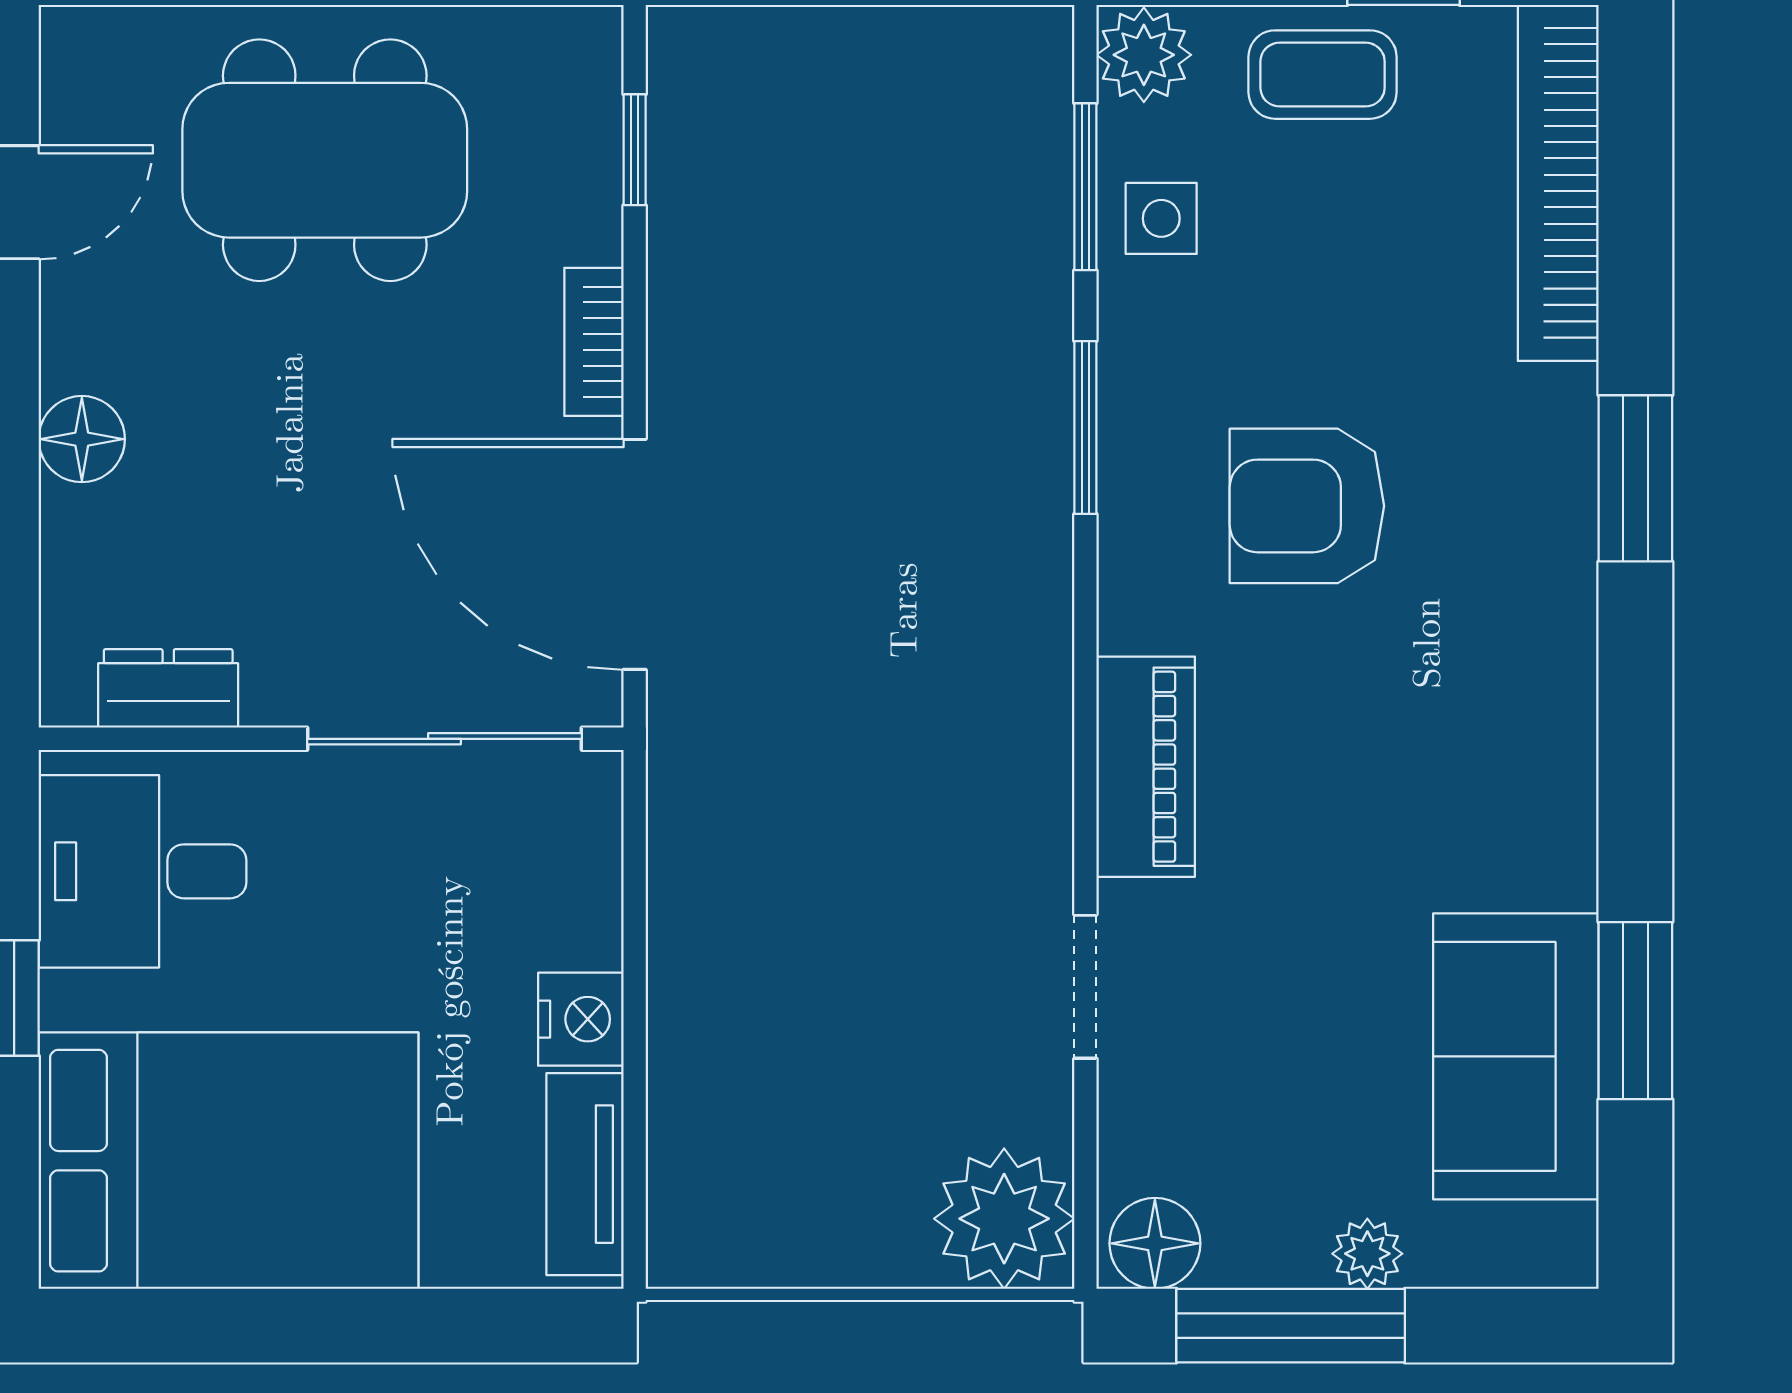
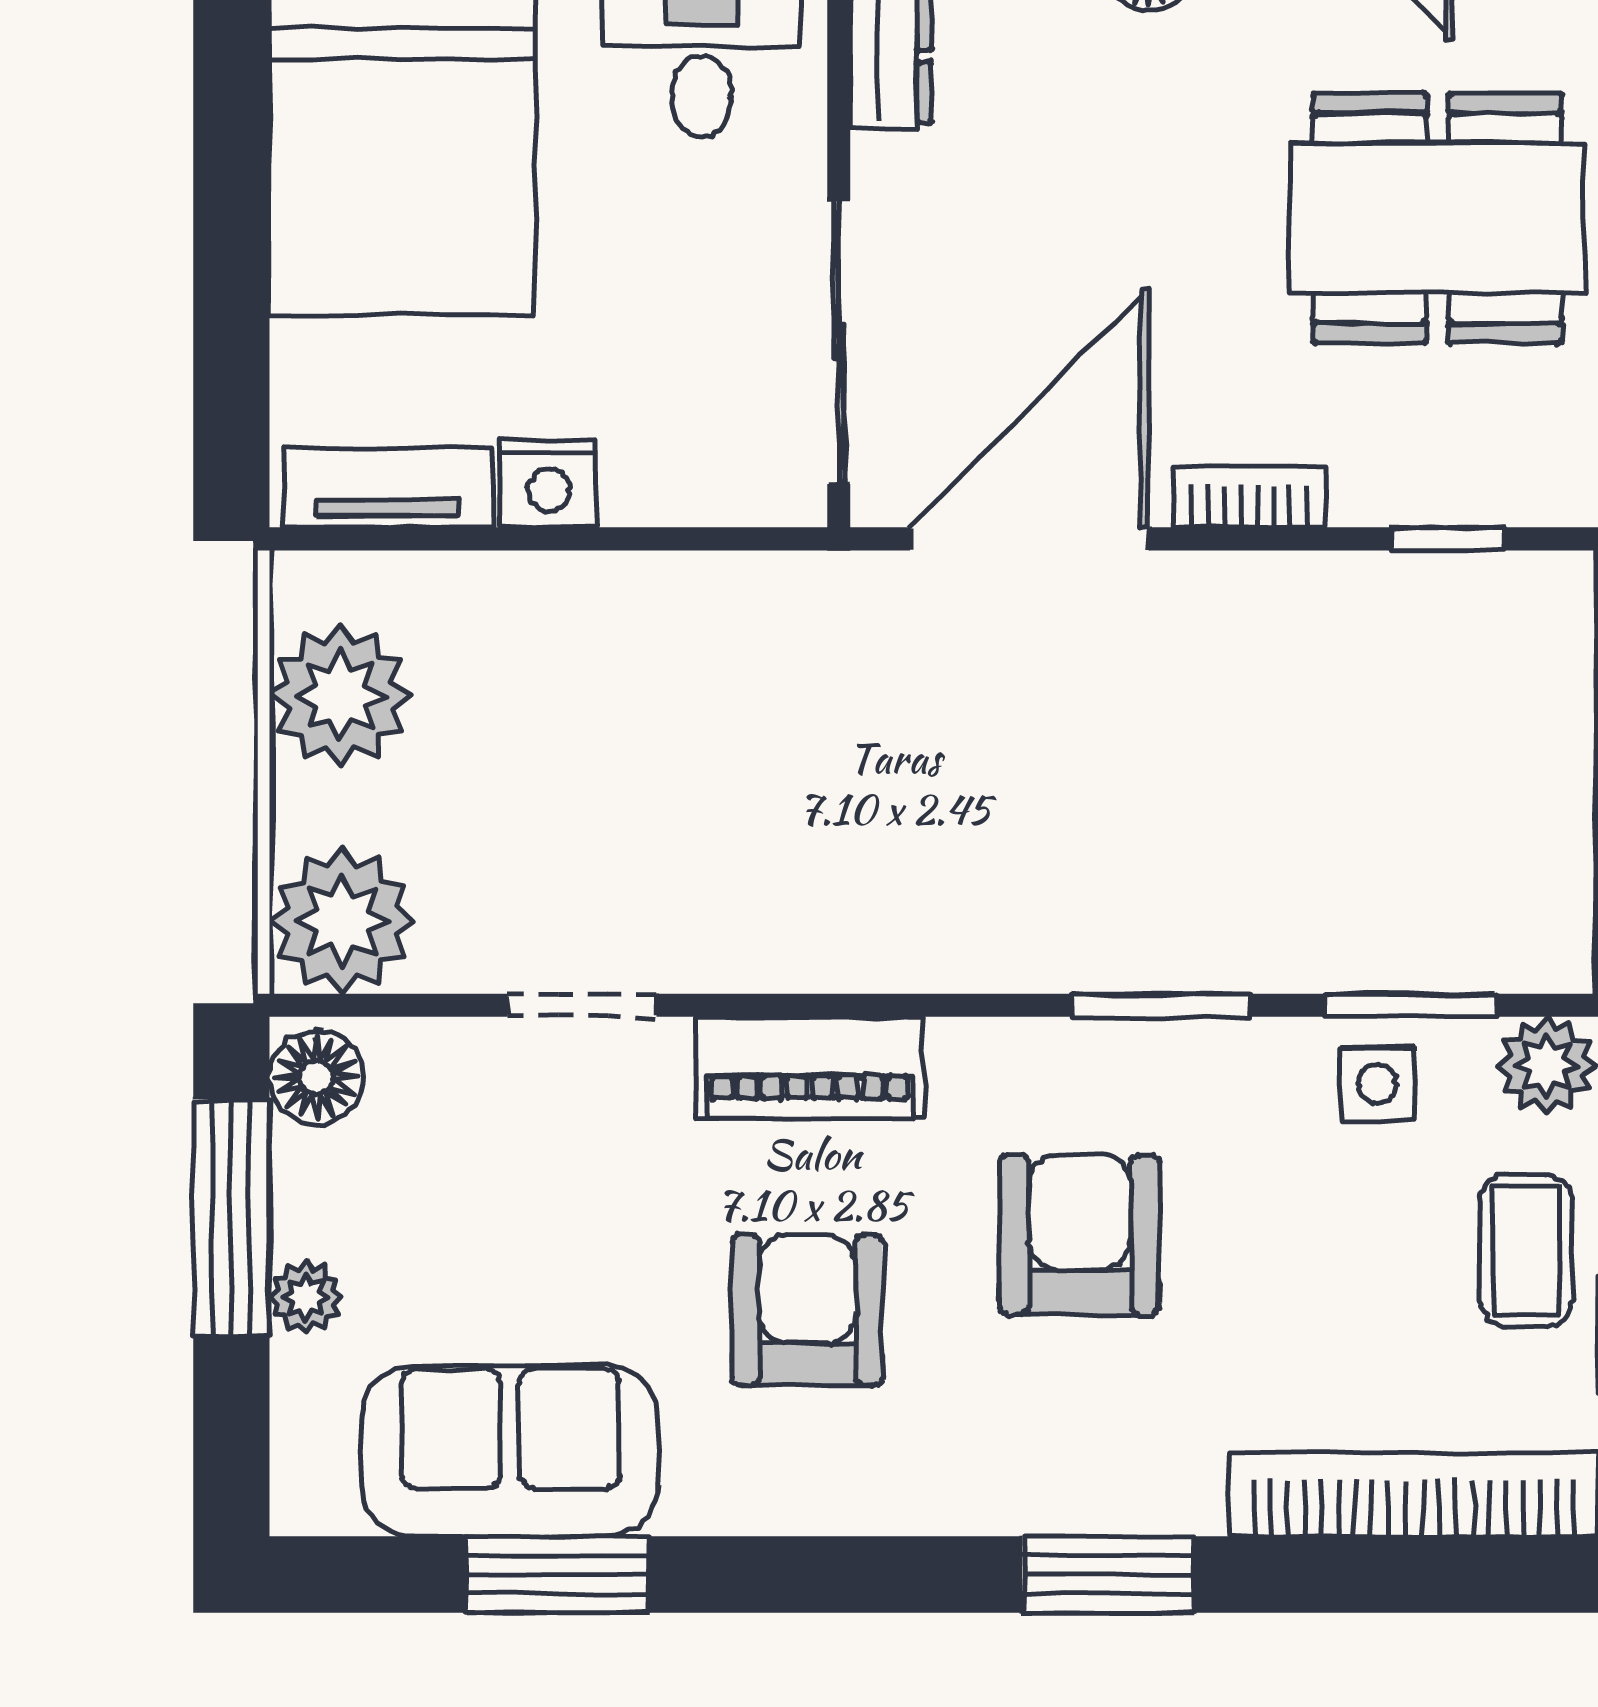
dining table: (325, 160) -> (1437, 218), turned 90
armchair: (1380, 769) -> (807, 1310), added
plant: (786, 1220) -> (340, 695), added

